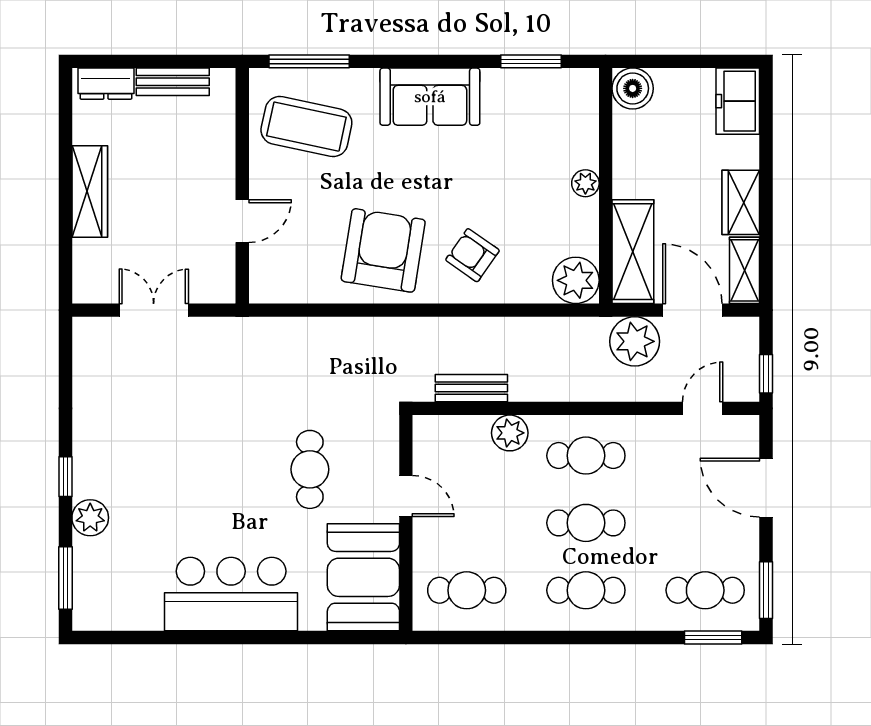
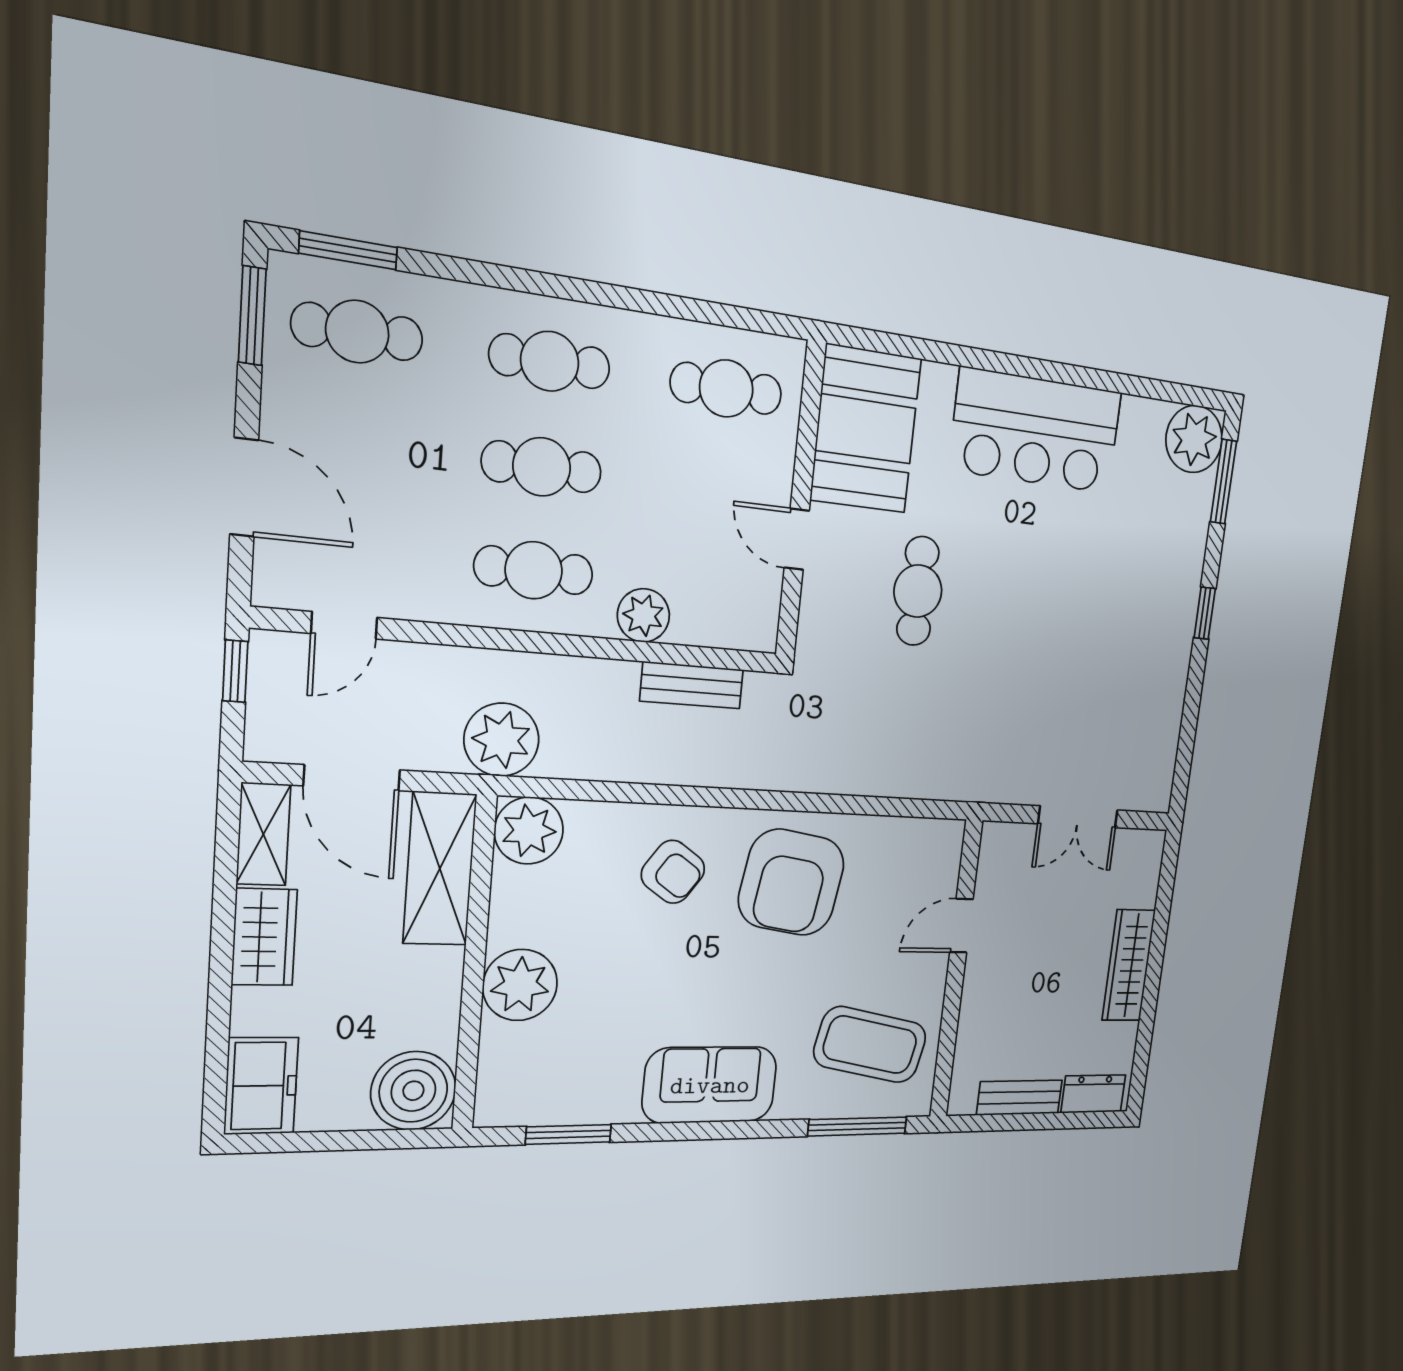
boiler: (633, 88) -> (413, 1091), width x1.37, depth x1.37
plant: (585, 183) -> (520, 985), width x1.88, depth x1.88
plant: (635, 341) -> (502, 740), moved
plant: (90, 518) -> (1194, 439), moved, width x1.36, depth x1.36

